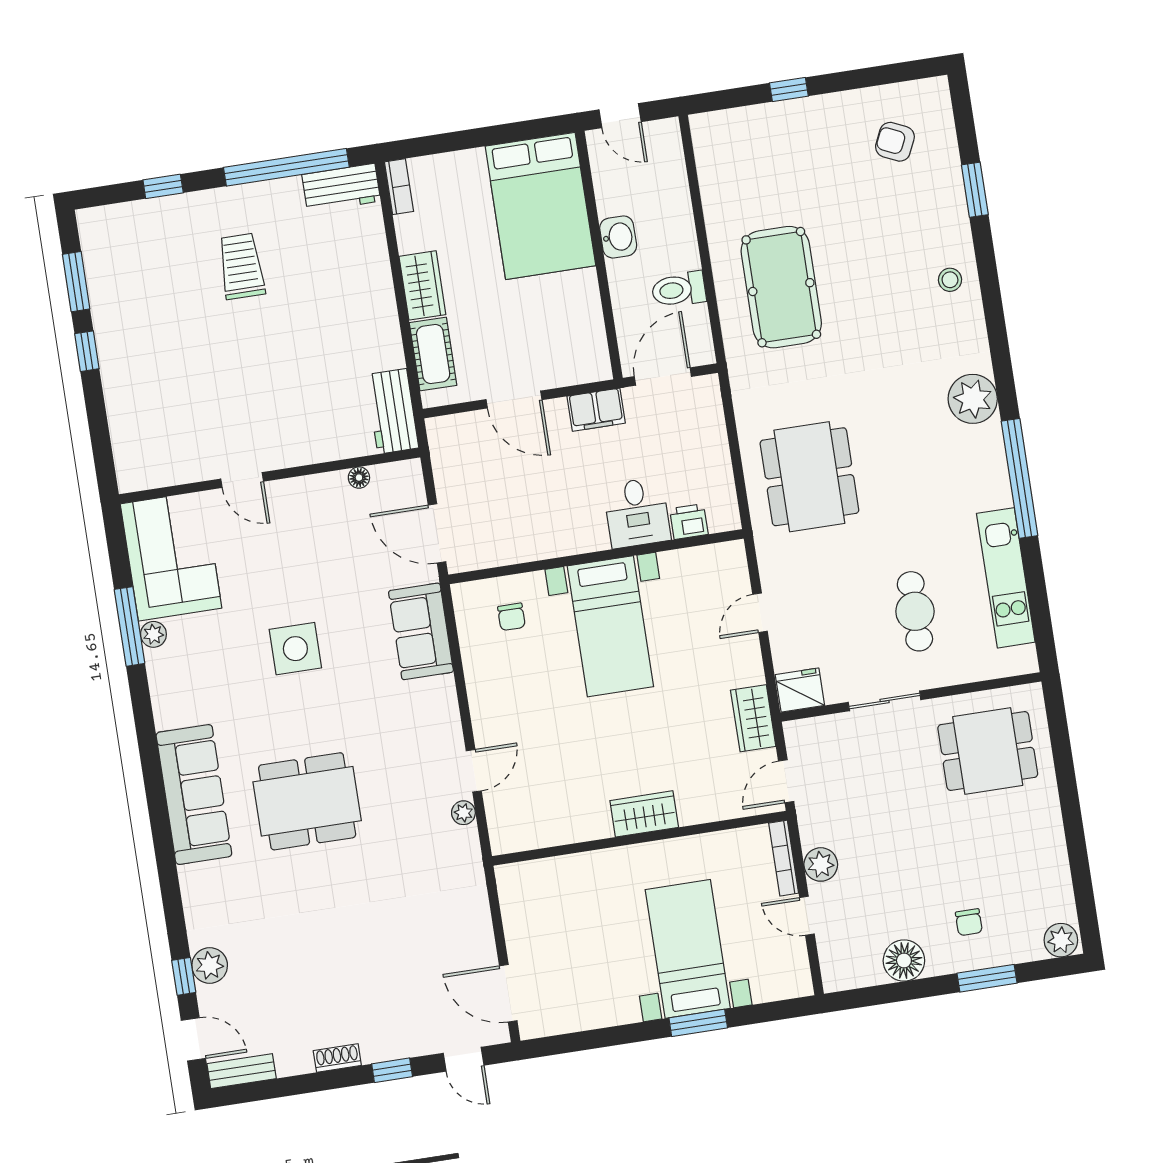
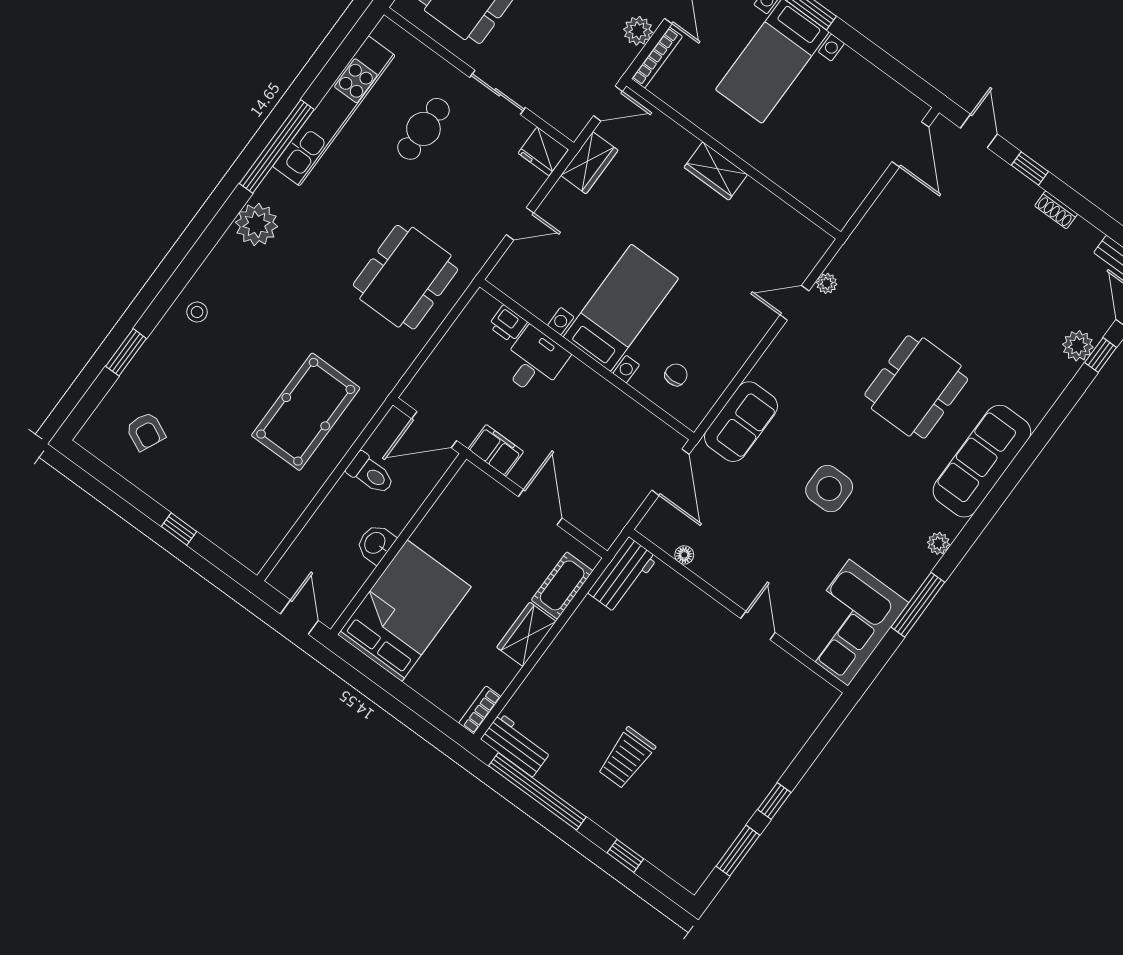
kitchen unit: (1006, 578) -> (334, 111), width x1.36
plant: (153, 634) -> (938, 543), moved
dining table: (307, 801) -> (916, 387), turned 90

